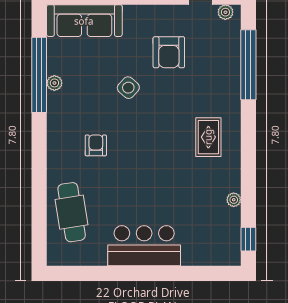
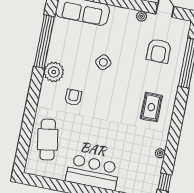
plant: (225, 12) -> (142, 16), moved
armchair: (169, 52) -> (159, 51), moved
plant: (54, 83) -> (54, 72), moved, width x1.88, depth x1.88

